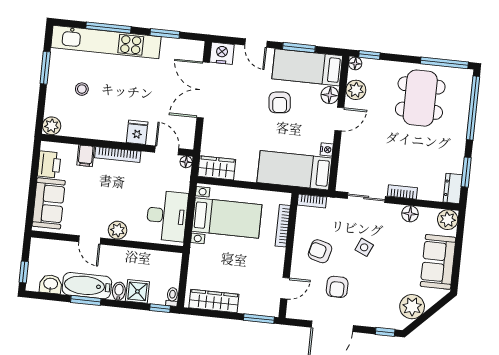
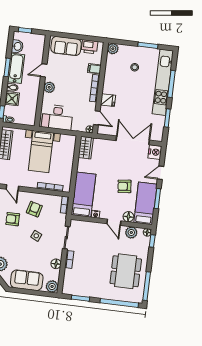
dining table: (420, 98) -> (126, 271), turned 90
door: (167, 150) -> (97, 118), hinge flipped
dresser: (453, 188) -> (71, 290), removed
bed with nightstands: (227, 218) -> (41, 152), moved

